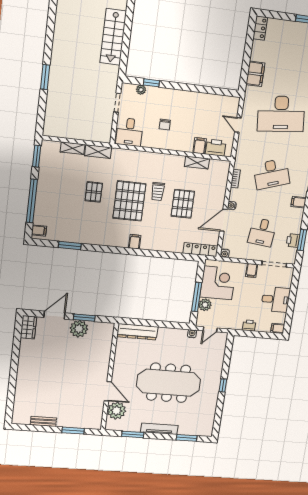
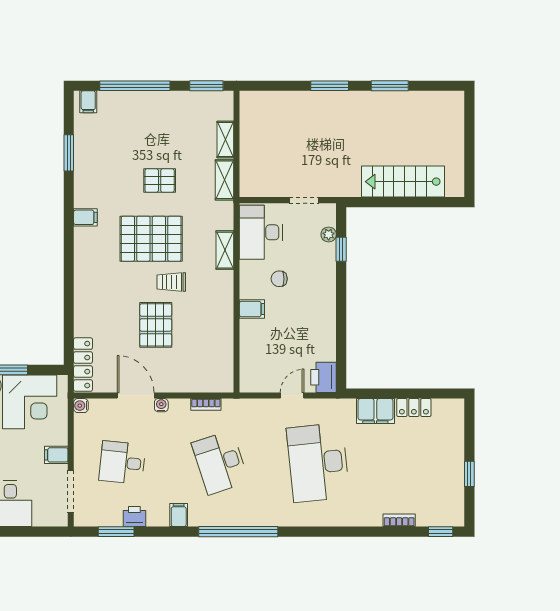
locker: (260, 28) -> (414, 408), moved
window: (49, 37) -> (390, 86), added
desk: (130, 132) -> (261, 232), width x1.37
filing cabinet: (200, 146) -> (252, 309), moved
printer: (216, 148) -> (324, 377), moved, turned 180
shelving: (197, 163) -> (225, 250), moved
pallet: (183, 204) -> (156, 325), turned 90
printer: (293, 240) -> (134, 517), moved
filing cabinet: (135, 242) -> (85, 217), moved

